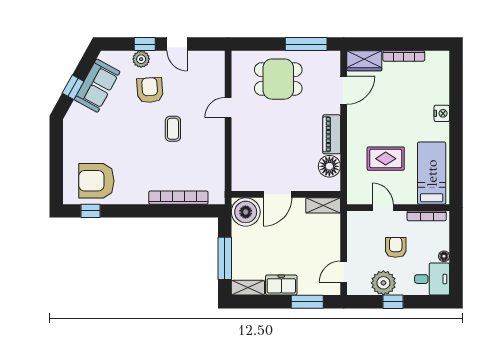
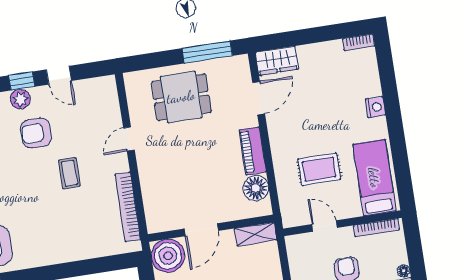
bookcase: (404, 56) -> (359, 42), moved, width x0.64
armchair: (150, 90) -> (36, 133), turned -86
bookcase: (178, 198) -> (128, 207), moved, turned -90

